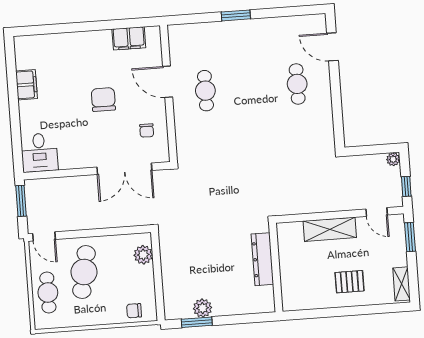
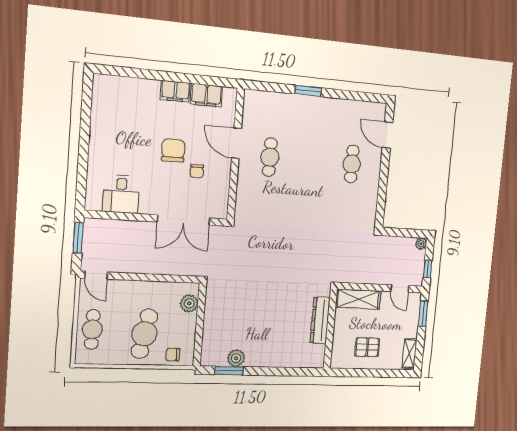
filing cabinet: (27, 85) -> (175, 91), moved, turned 90
chair: (147, 130) -> (197, 171), moved
desk: (39, 152) -> (121, 194), moved
dresser: (262, 259) -> (320, 320), moved
wall: (276, 268) -> (330, 329), moved
cafe table: (84, 272) -> (144, 334), moved

